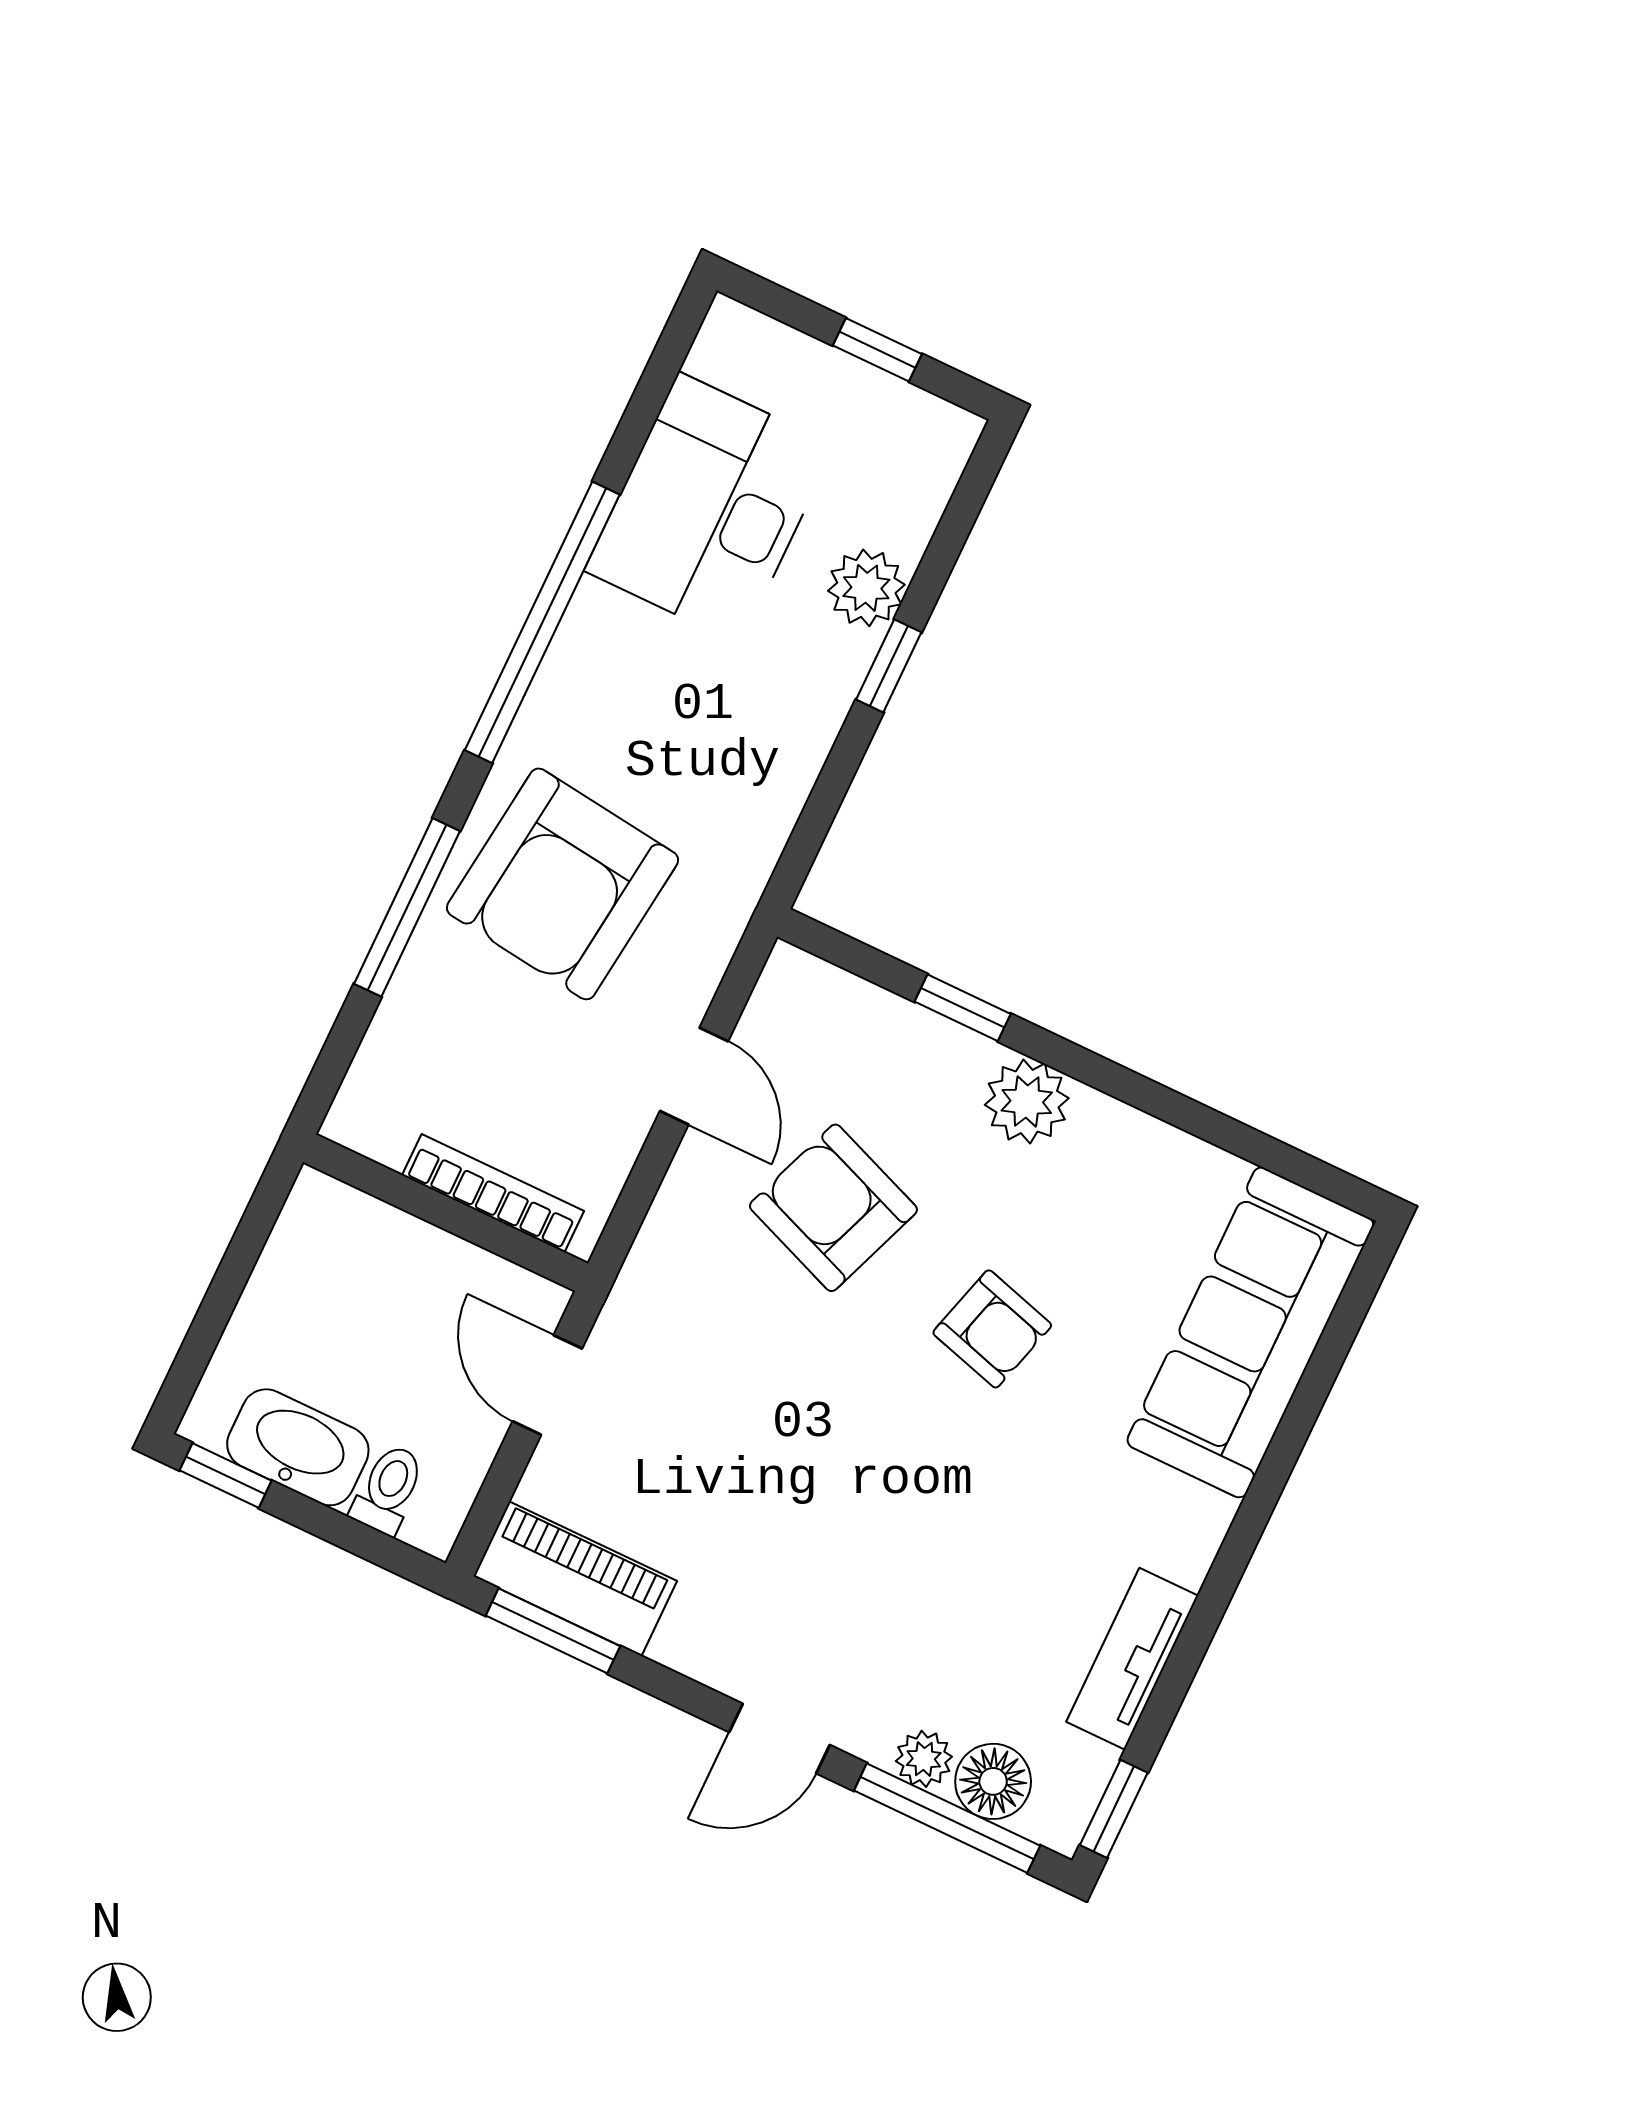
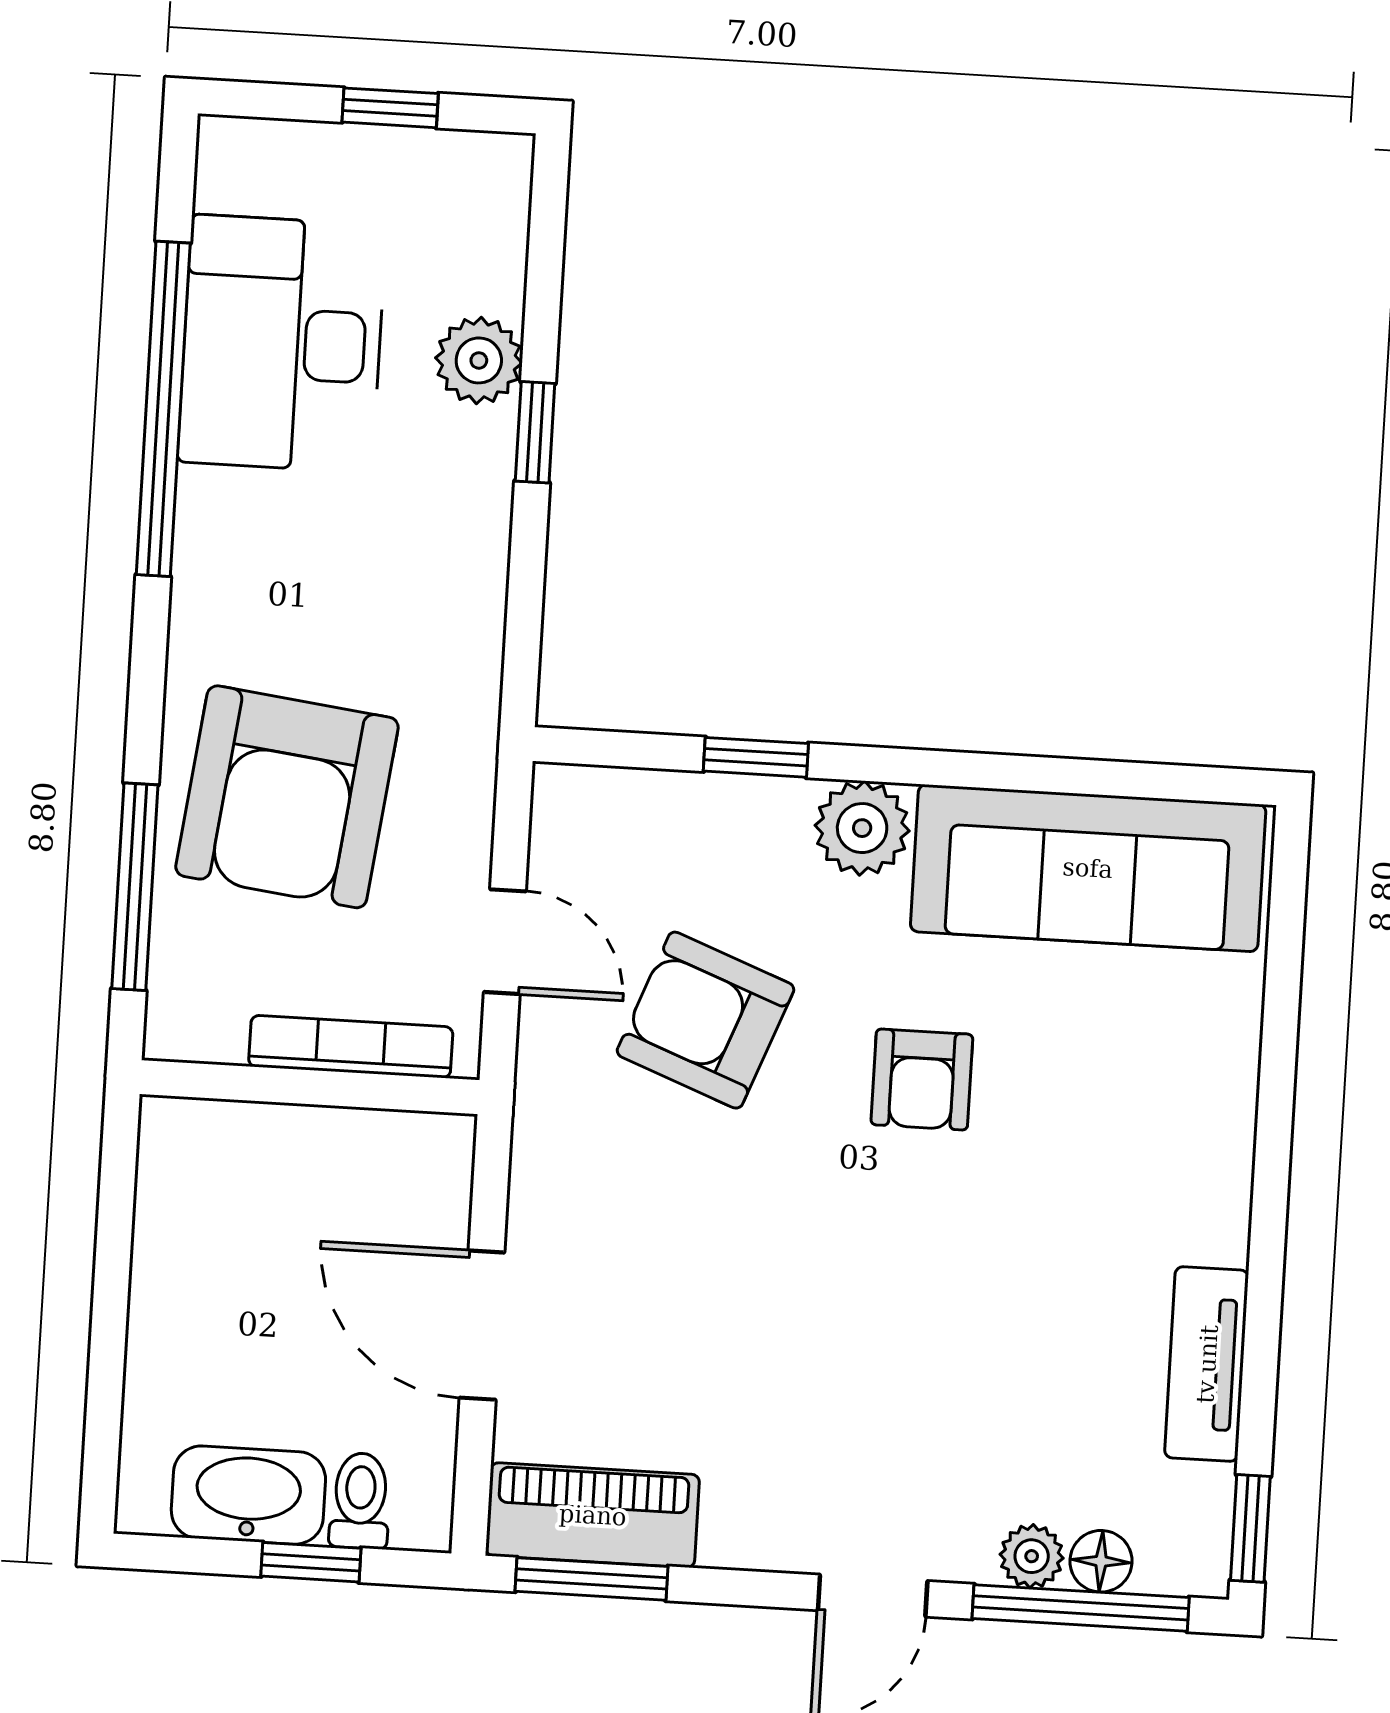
window: (542, 622) -> (163, 409), moved
bookcase: (493, 1193) -> (351, 1047), moved
wall: (446, 1213) -> (310, 1087), moved
armchair: (992, 1329) -> (922, 1079), turned 74
sofa: (1250, 1332) -> (1088, 868), moved, turned -90
door: (547, 1385) -> (482, 1325), width x1.37
window: (226, 1475) -> (311, 1562), moved
floor lamp: (993, 1781) -> (1101, 1561), width x0.73, depth x0.73

